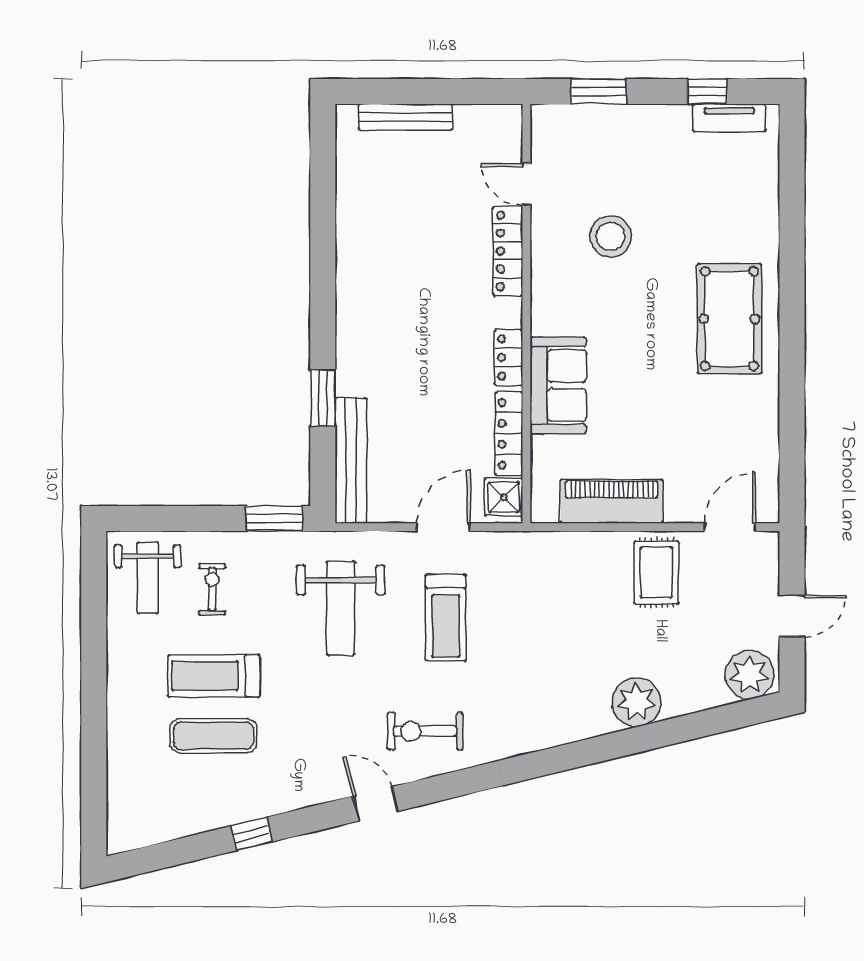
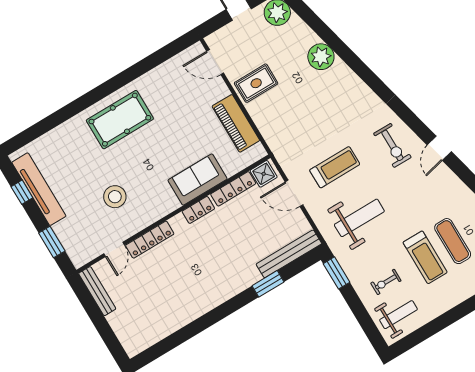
bench: (405, 117) -> (97, 291), moved
tv unit: (729, 118) -> (39, 189), width x1.92, depth x1.29

